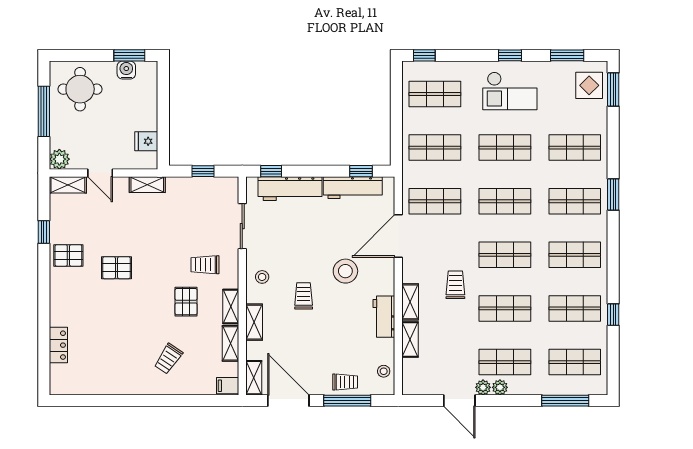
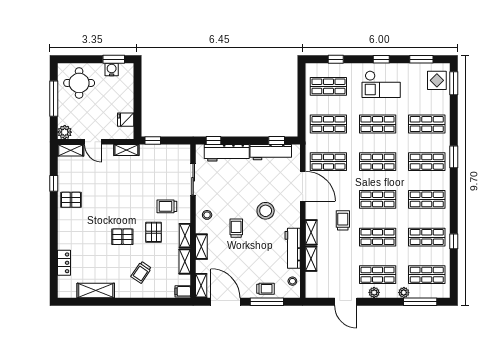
window: (424, 55) -> (336, 59), moved
window: (203, 171) -> (153, 141), moved
door: (398, 236) -> (303, 186), swing flipped
pallet: (117, 268) -> (122, 237), moved
workbench: (384, 317) -> (293, 248), width x1.38
shelving: (104, 385) -> (96, 290), added
plant: (483, 387) -> (404, 293), moved

